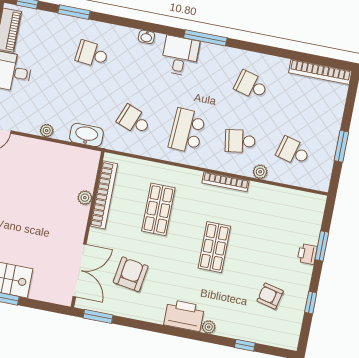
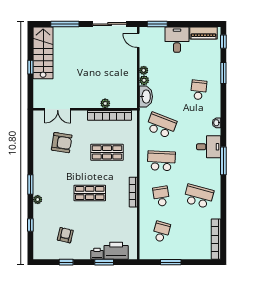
school desk: (251, 85) -> (199, 196), width x1.85
school desk: (134, 120) -> (161, 125), width x1.85
plant: (260, 172) -> (144, 80), moved
double door: (80, 270) -> (58, 109), width x0.73
window: (98, 316) -> (30, 184), moved
printer: (184, 316) -> (116, 251), moved, turned -90

